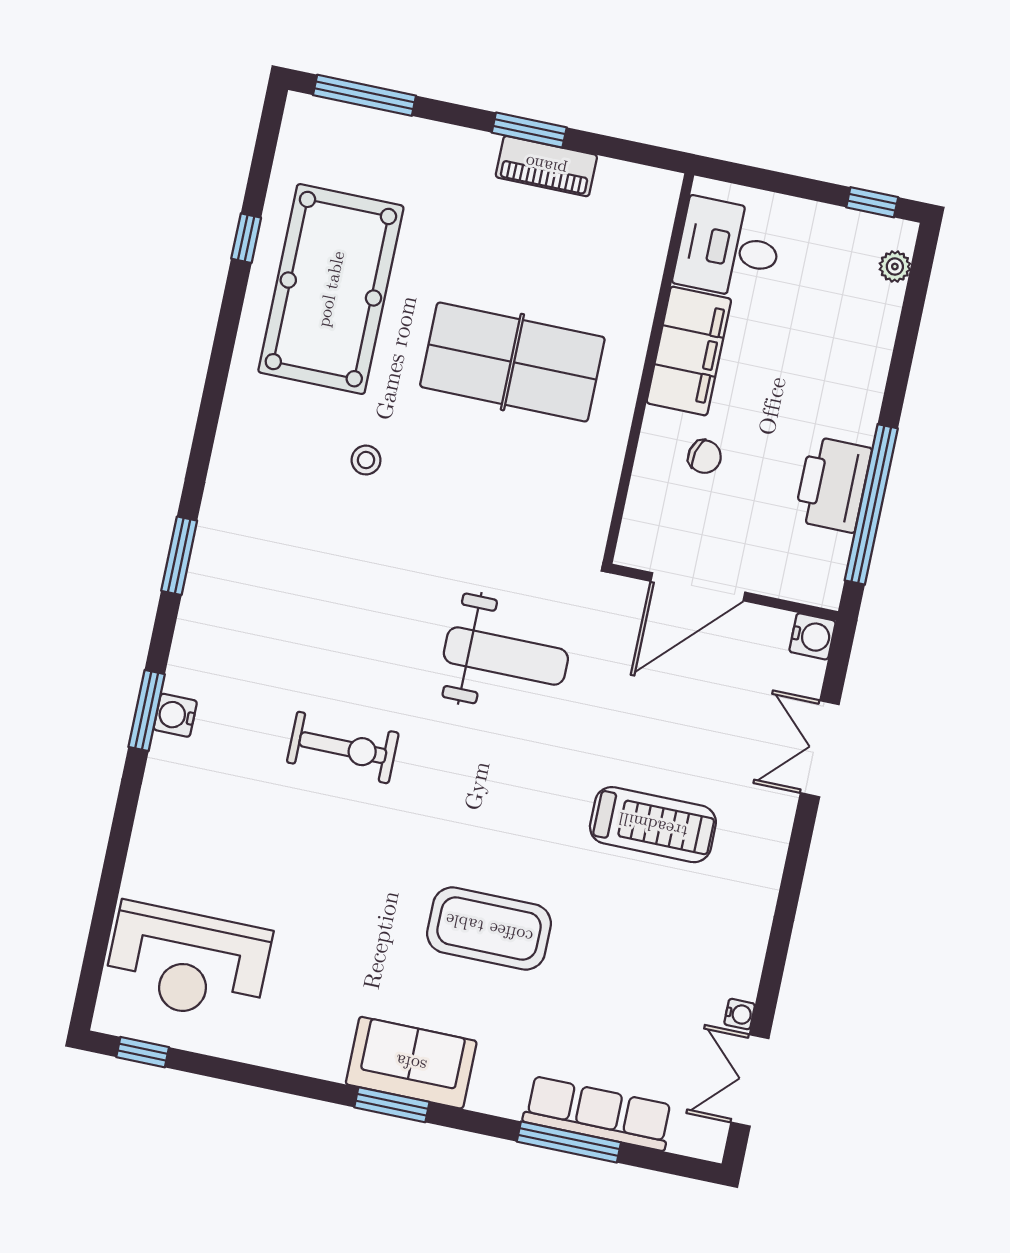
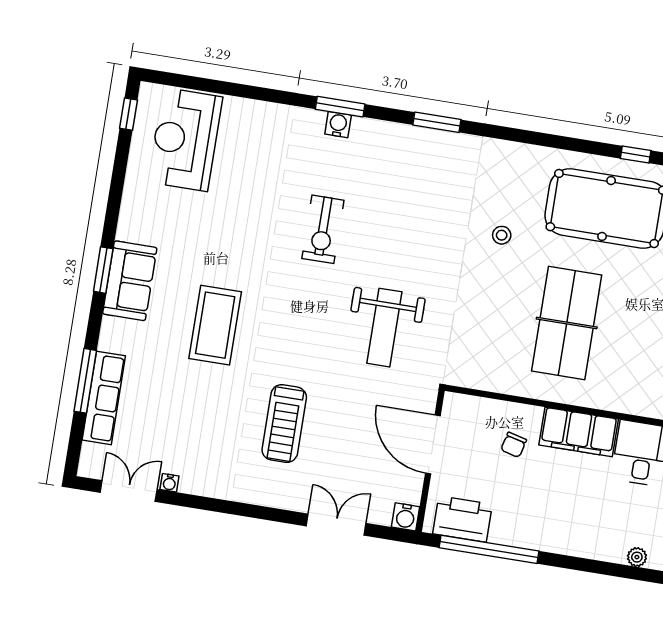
printer: (833, 484) -> (463, 519), moved

